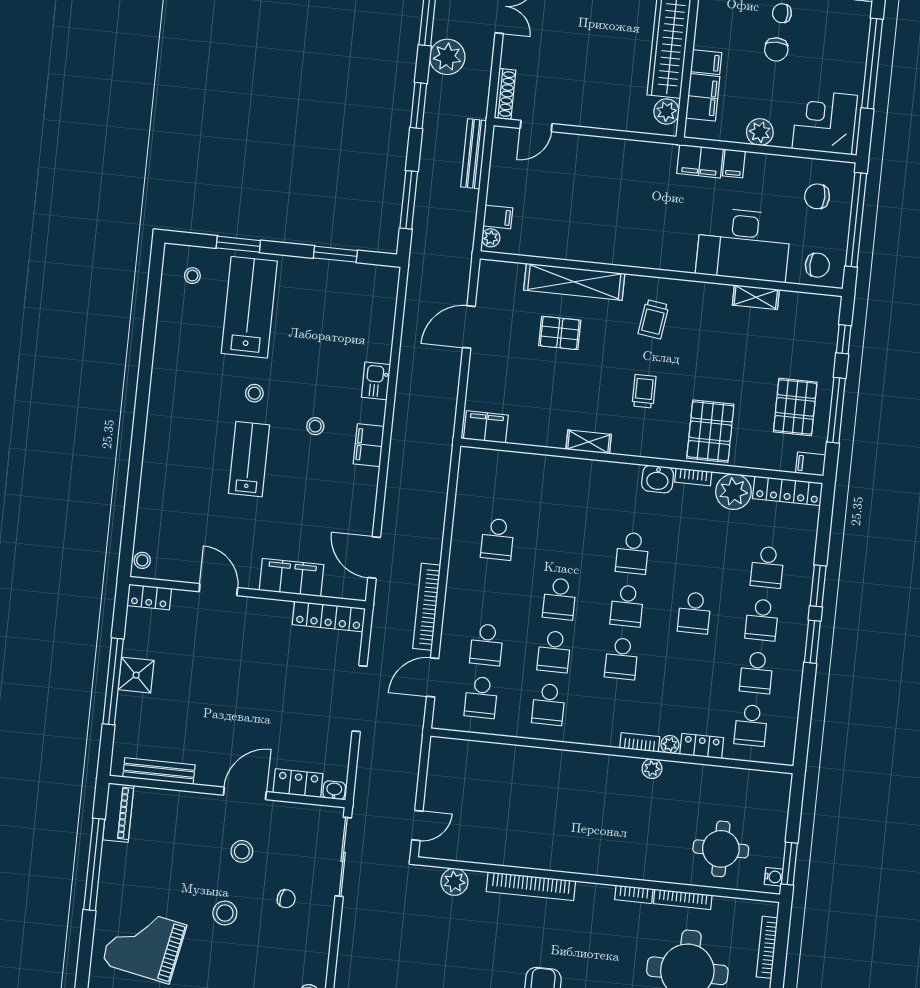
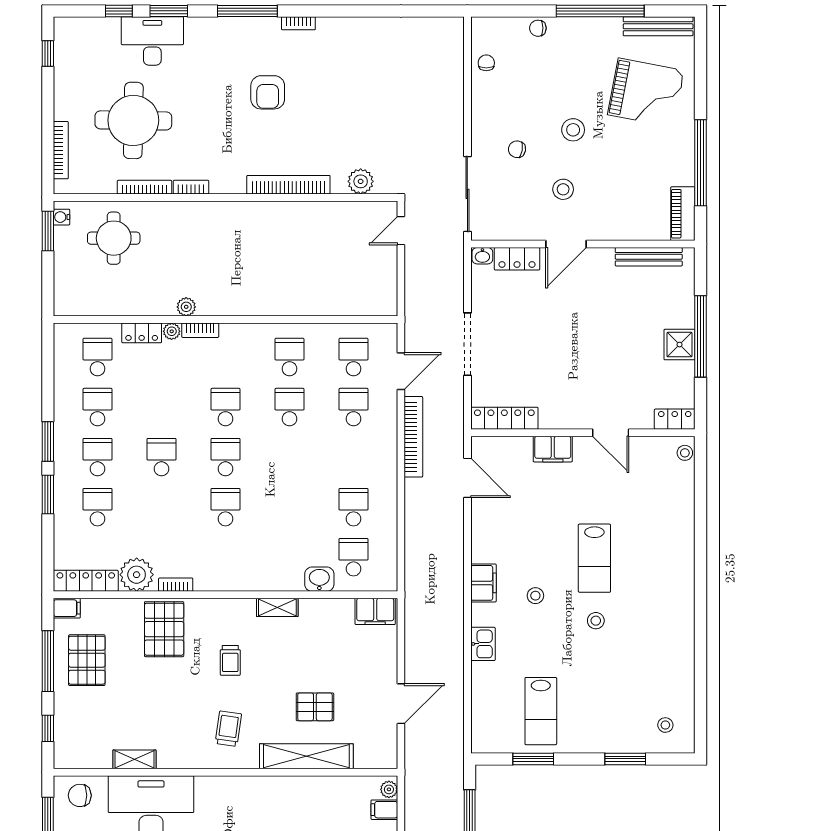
lab bench: (249, 307) -> (541, 711), moved, width x0.73, depth x0.72
washbasin: (658, 479) -> (319, 579), moved
filing cabinet: (292, 578) -> (553, 449), width x0.67, depth x0.86
school desk: (559, 599) -> (353, 557), moved

